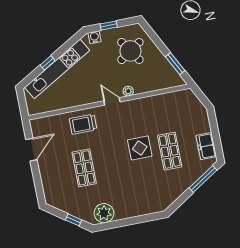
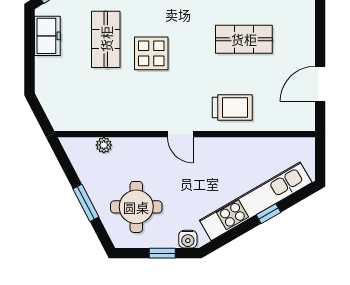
round table: (130, 51) -> (136, 207), turned 34
window: (175, 64) -> (86, 203), moved
plant: (128, 91) -> (104, 145), moved
shop shelf: (84, 168) -> (244, 39), turned 90

